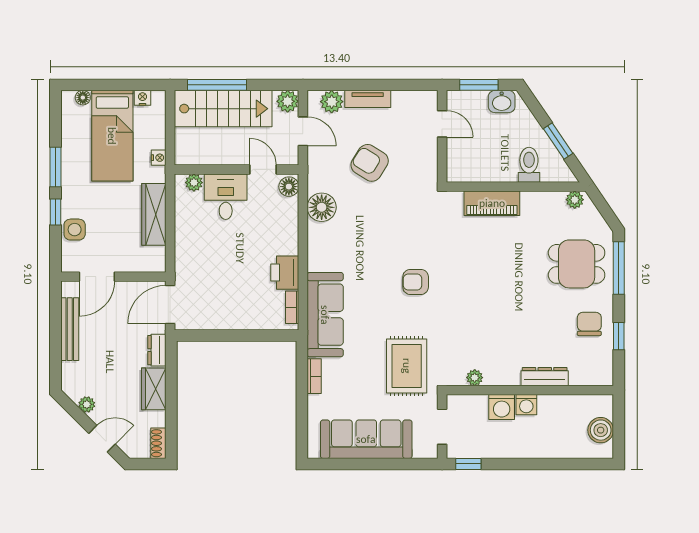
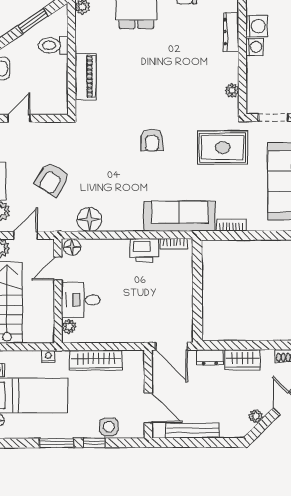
washing machine: (502, 407) -> (256, 26), moved

